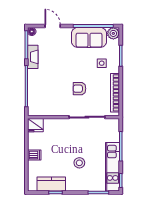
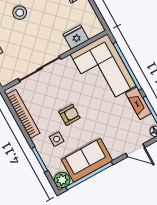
armchair: (80, 89) -> (70, 115), moved
corner sofa: (44, 93) -> (103, 70), added
fridge: (35, 125) -> (76, 37), moved

